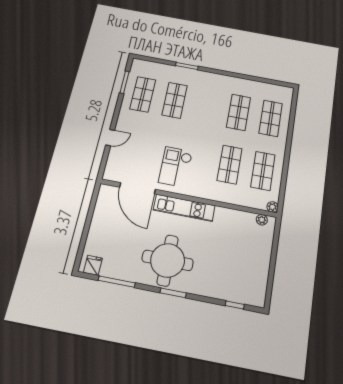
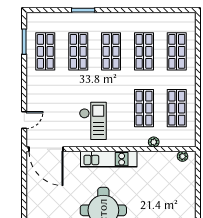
shop shelf: (207, 106) -> (111, 51), added
door: (110, 138) -> (24, 120), moved
checkout: (175, 167) -> (93, 121), turned 180
door: (137, 188) -> (46, 149), moved
plant: (272, 207) -> (154, 142), moved

